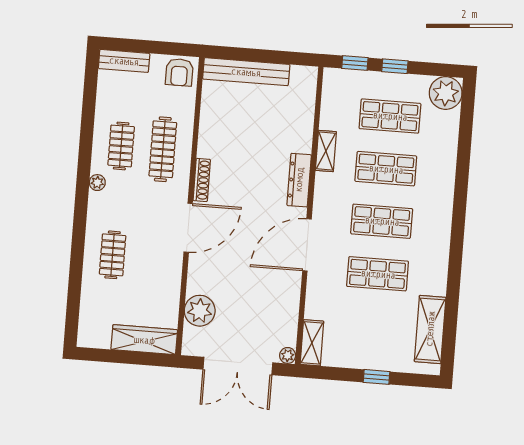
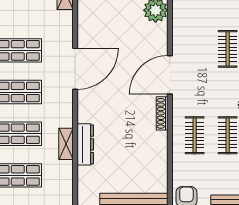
clothes rail: (163, 149) -> (195, 135), width x0.73
dresser: (299, 180) -> (85, 144), moved

